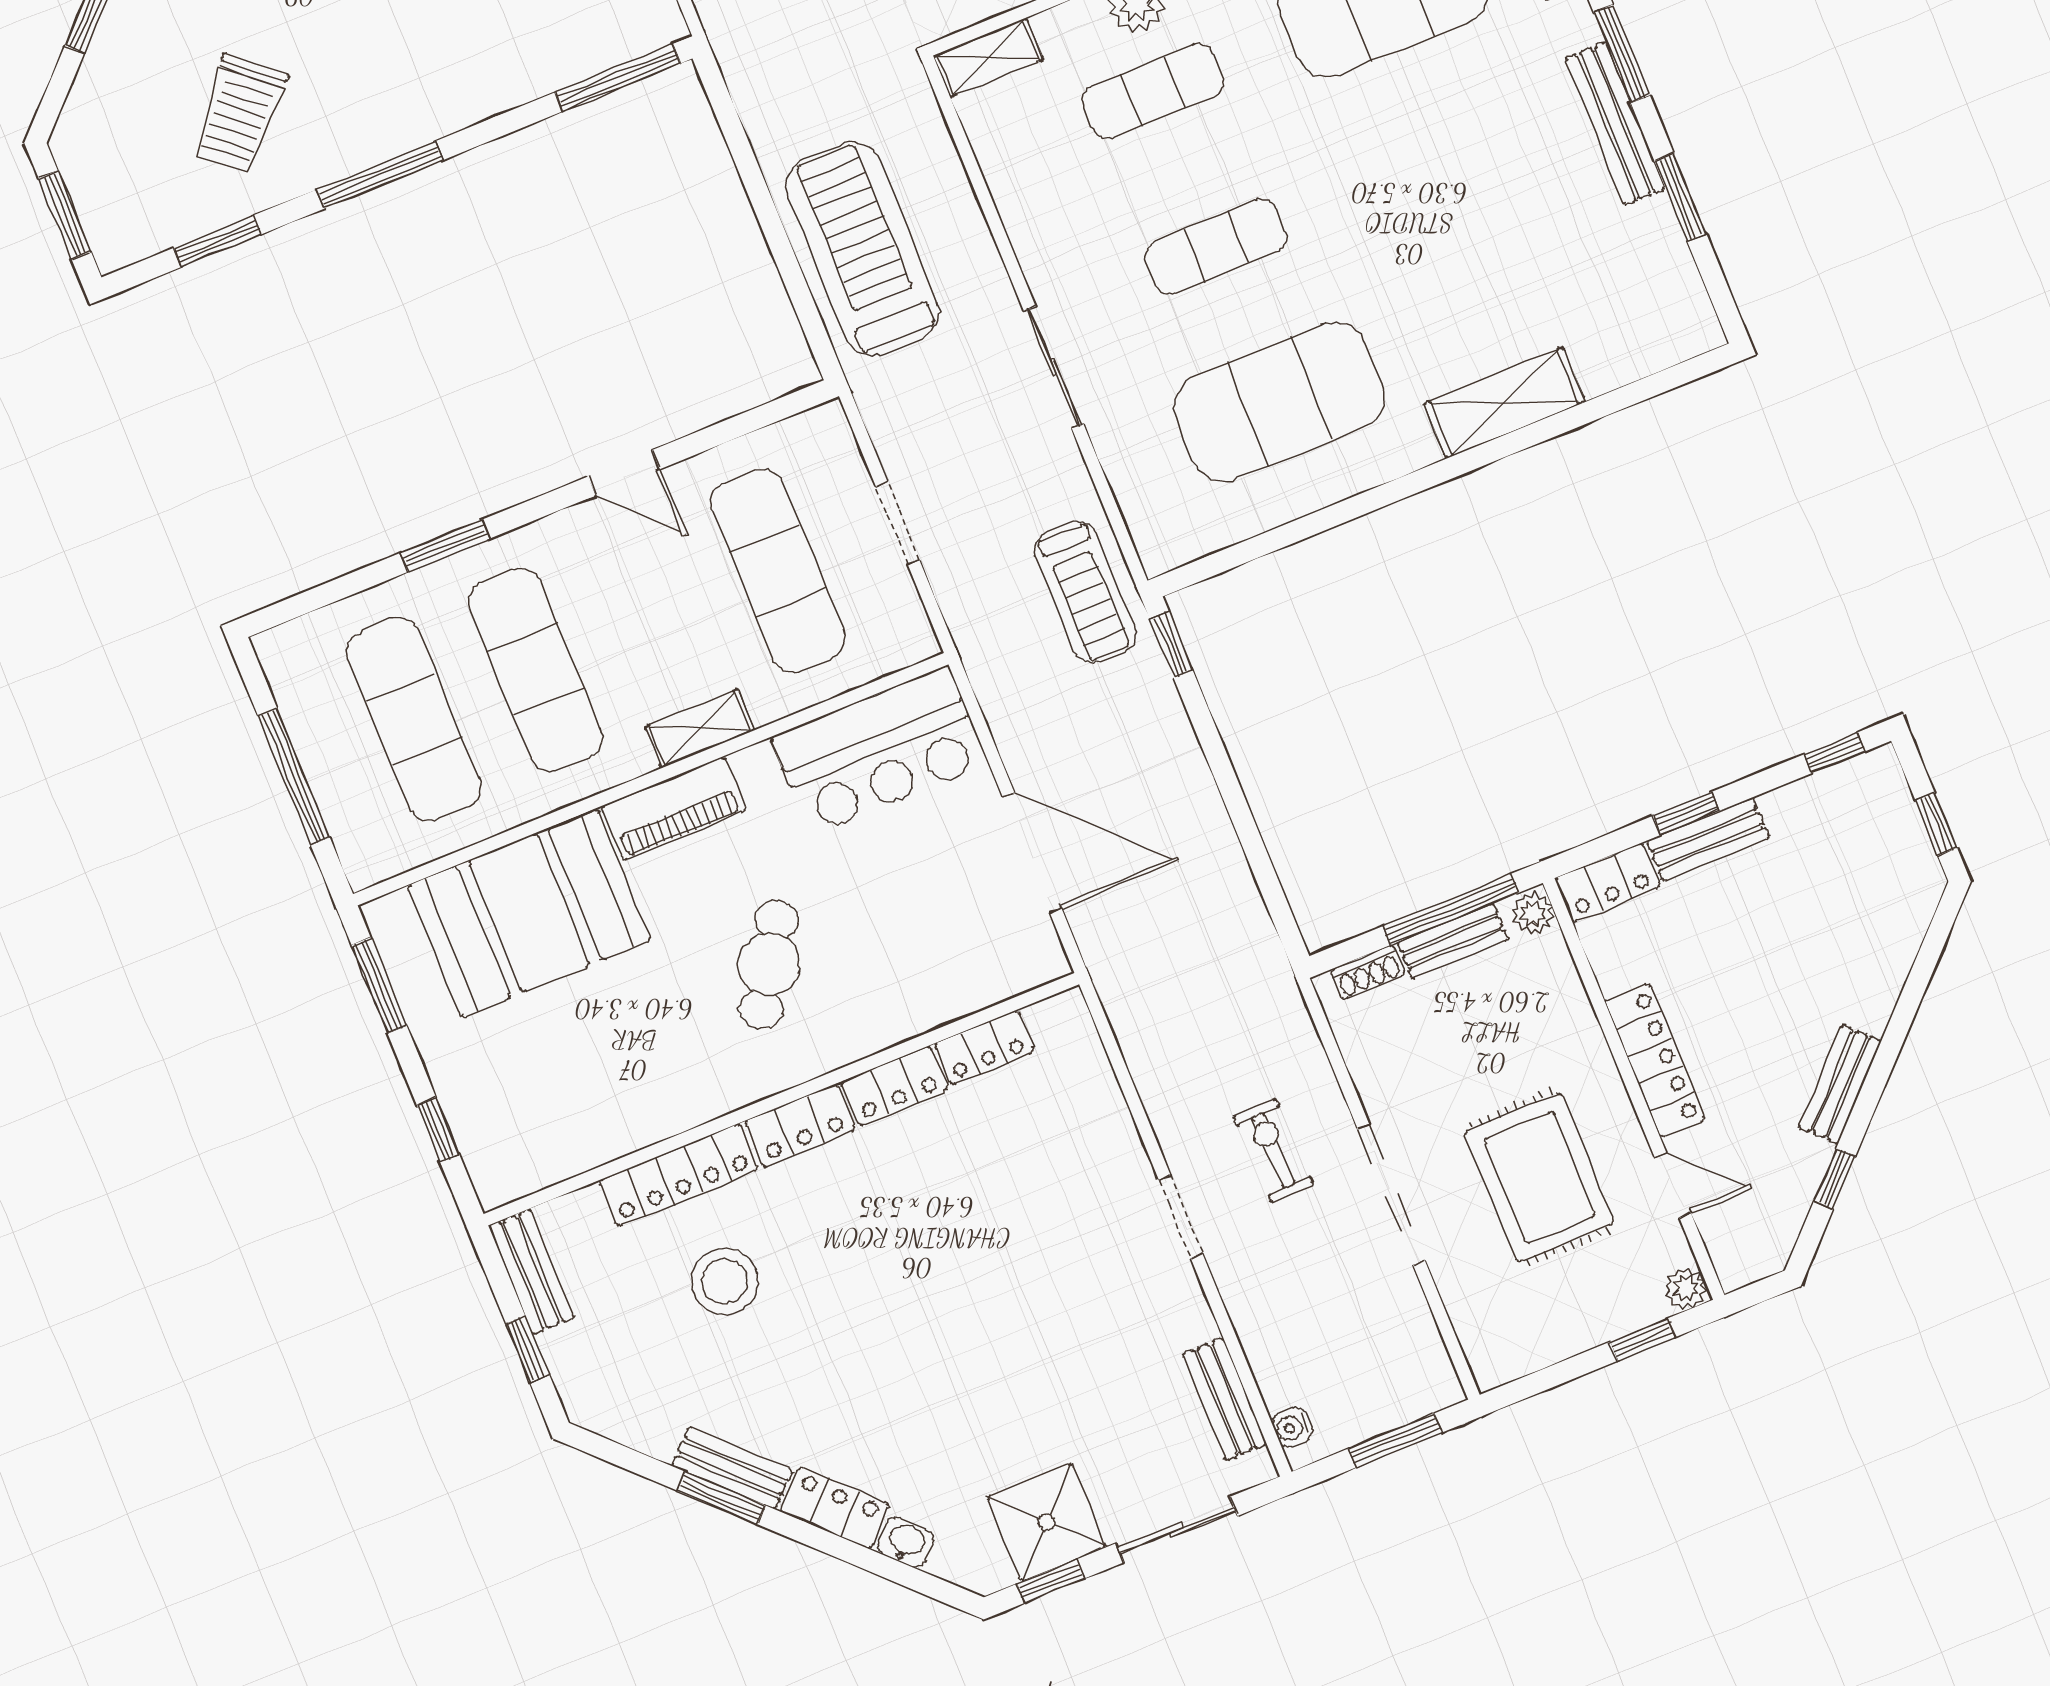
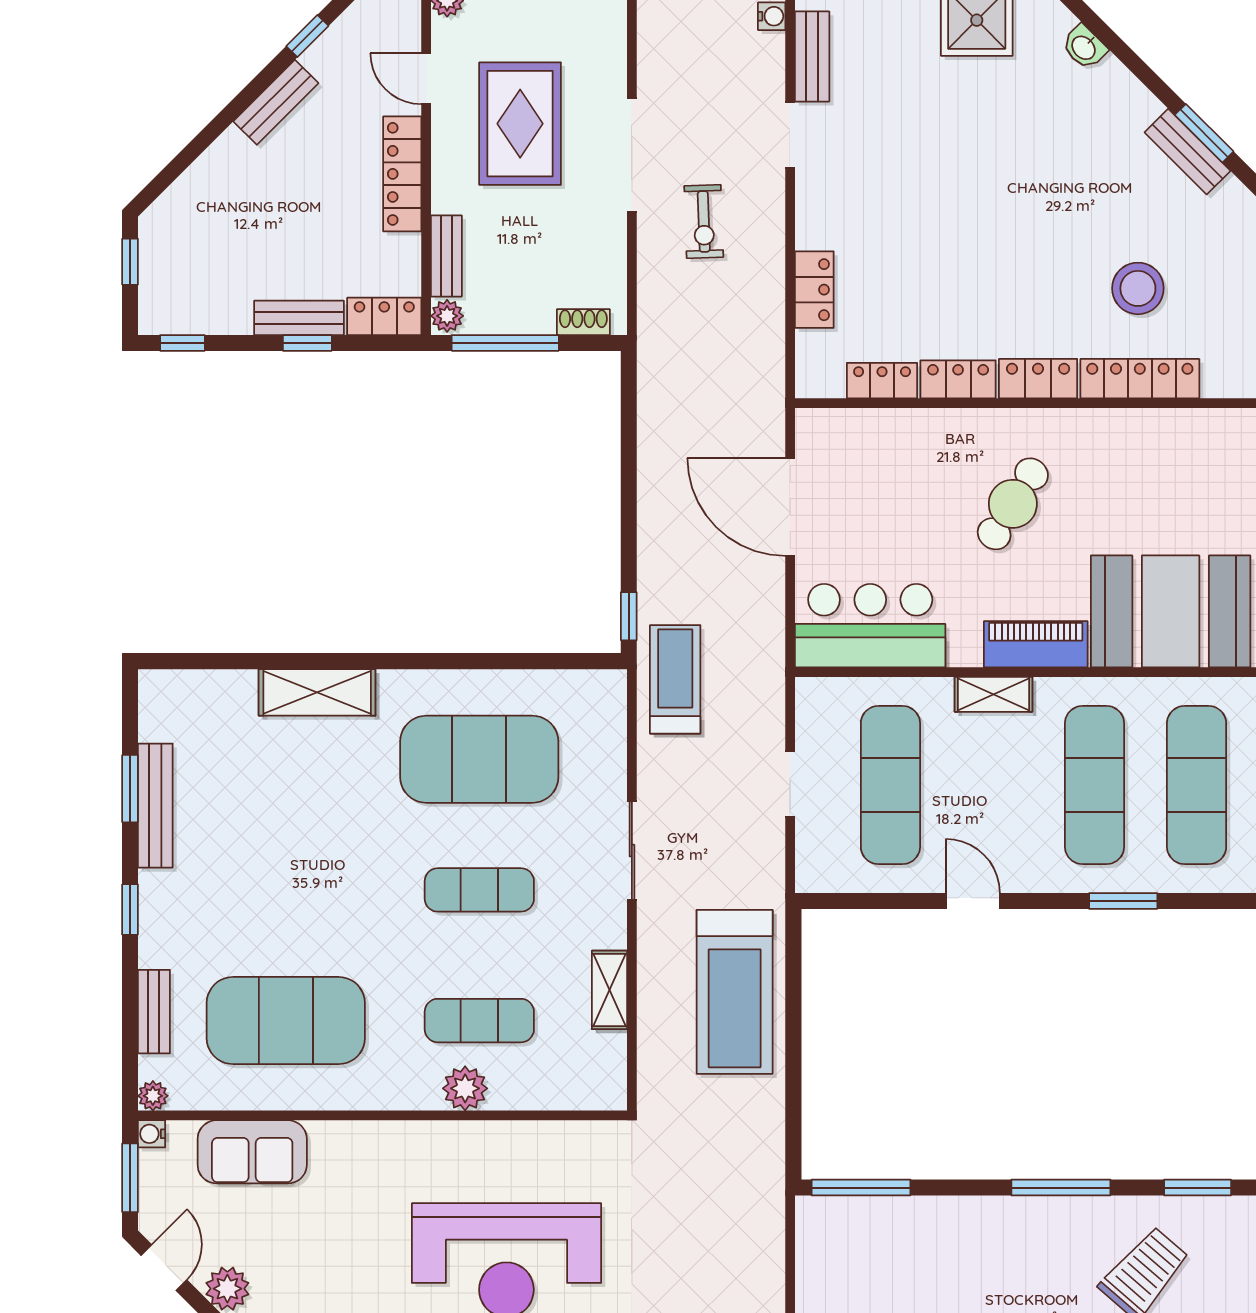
window: (1622, 54) -> (130, 909), width x0.67
shelving: (988, 58) -> (610, 990), moved, turned 90
bench: (1615, 124) -> (155, 806), moved
bench: (1453, 941) -> (446, 256), moved, turned 90
doorway: (1181, 1217) -> (790, 135), moved
locker: (835, 1508) -> (814, 290), moved, turned -135

